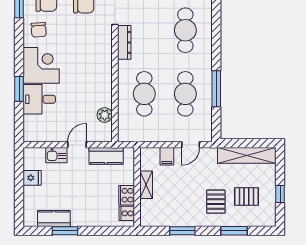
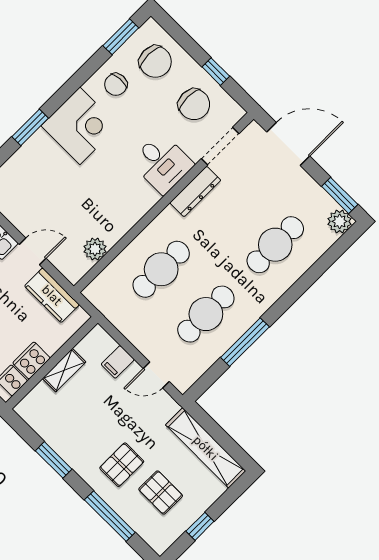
desk: (39, 99) -> (162, 163), moved, turned 180
window: (234, 231) -> (110, 516), width x1.44

